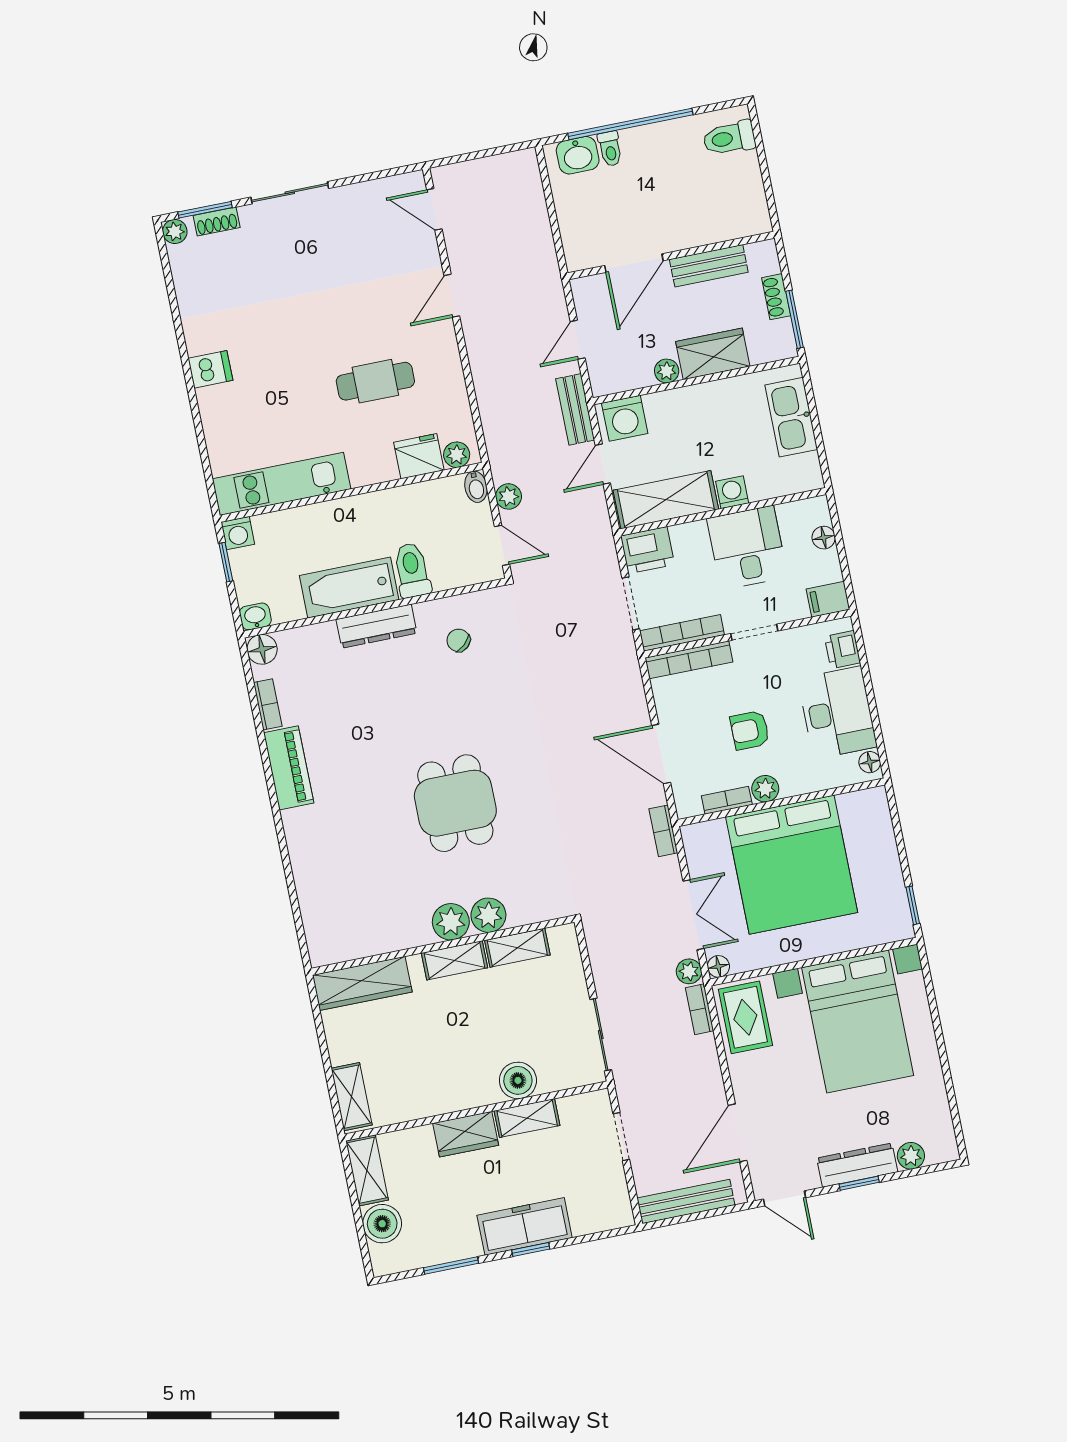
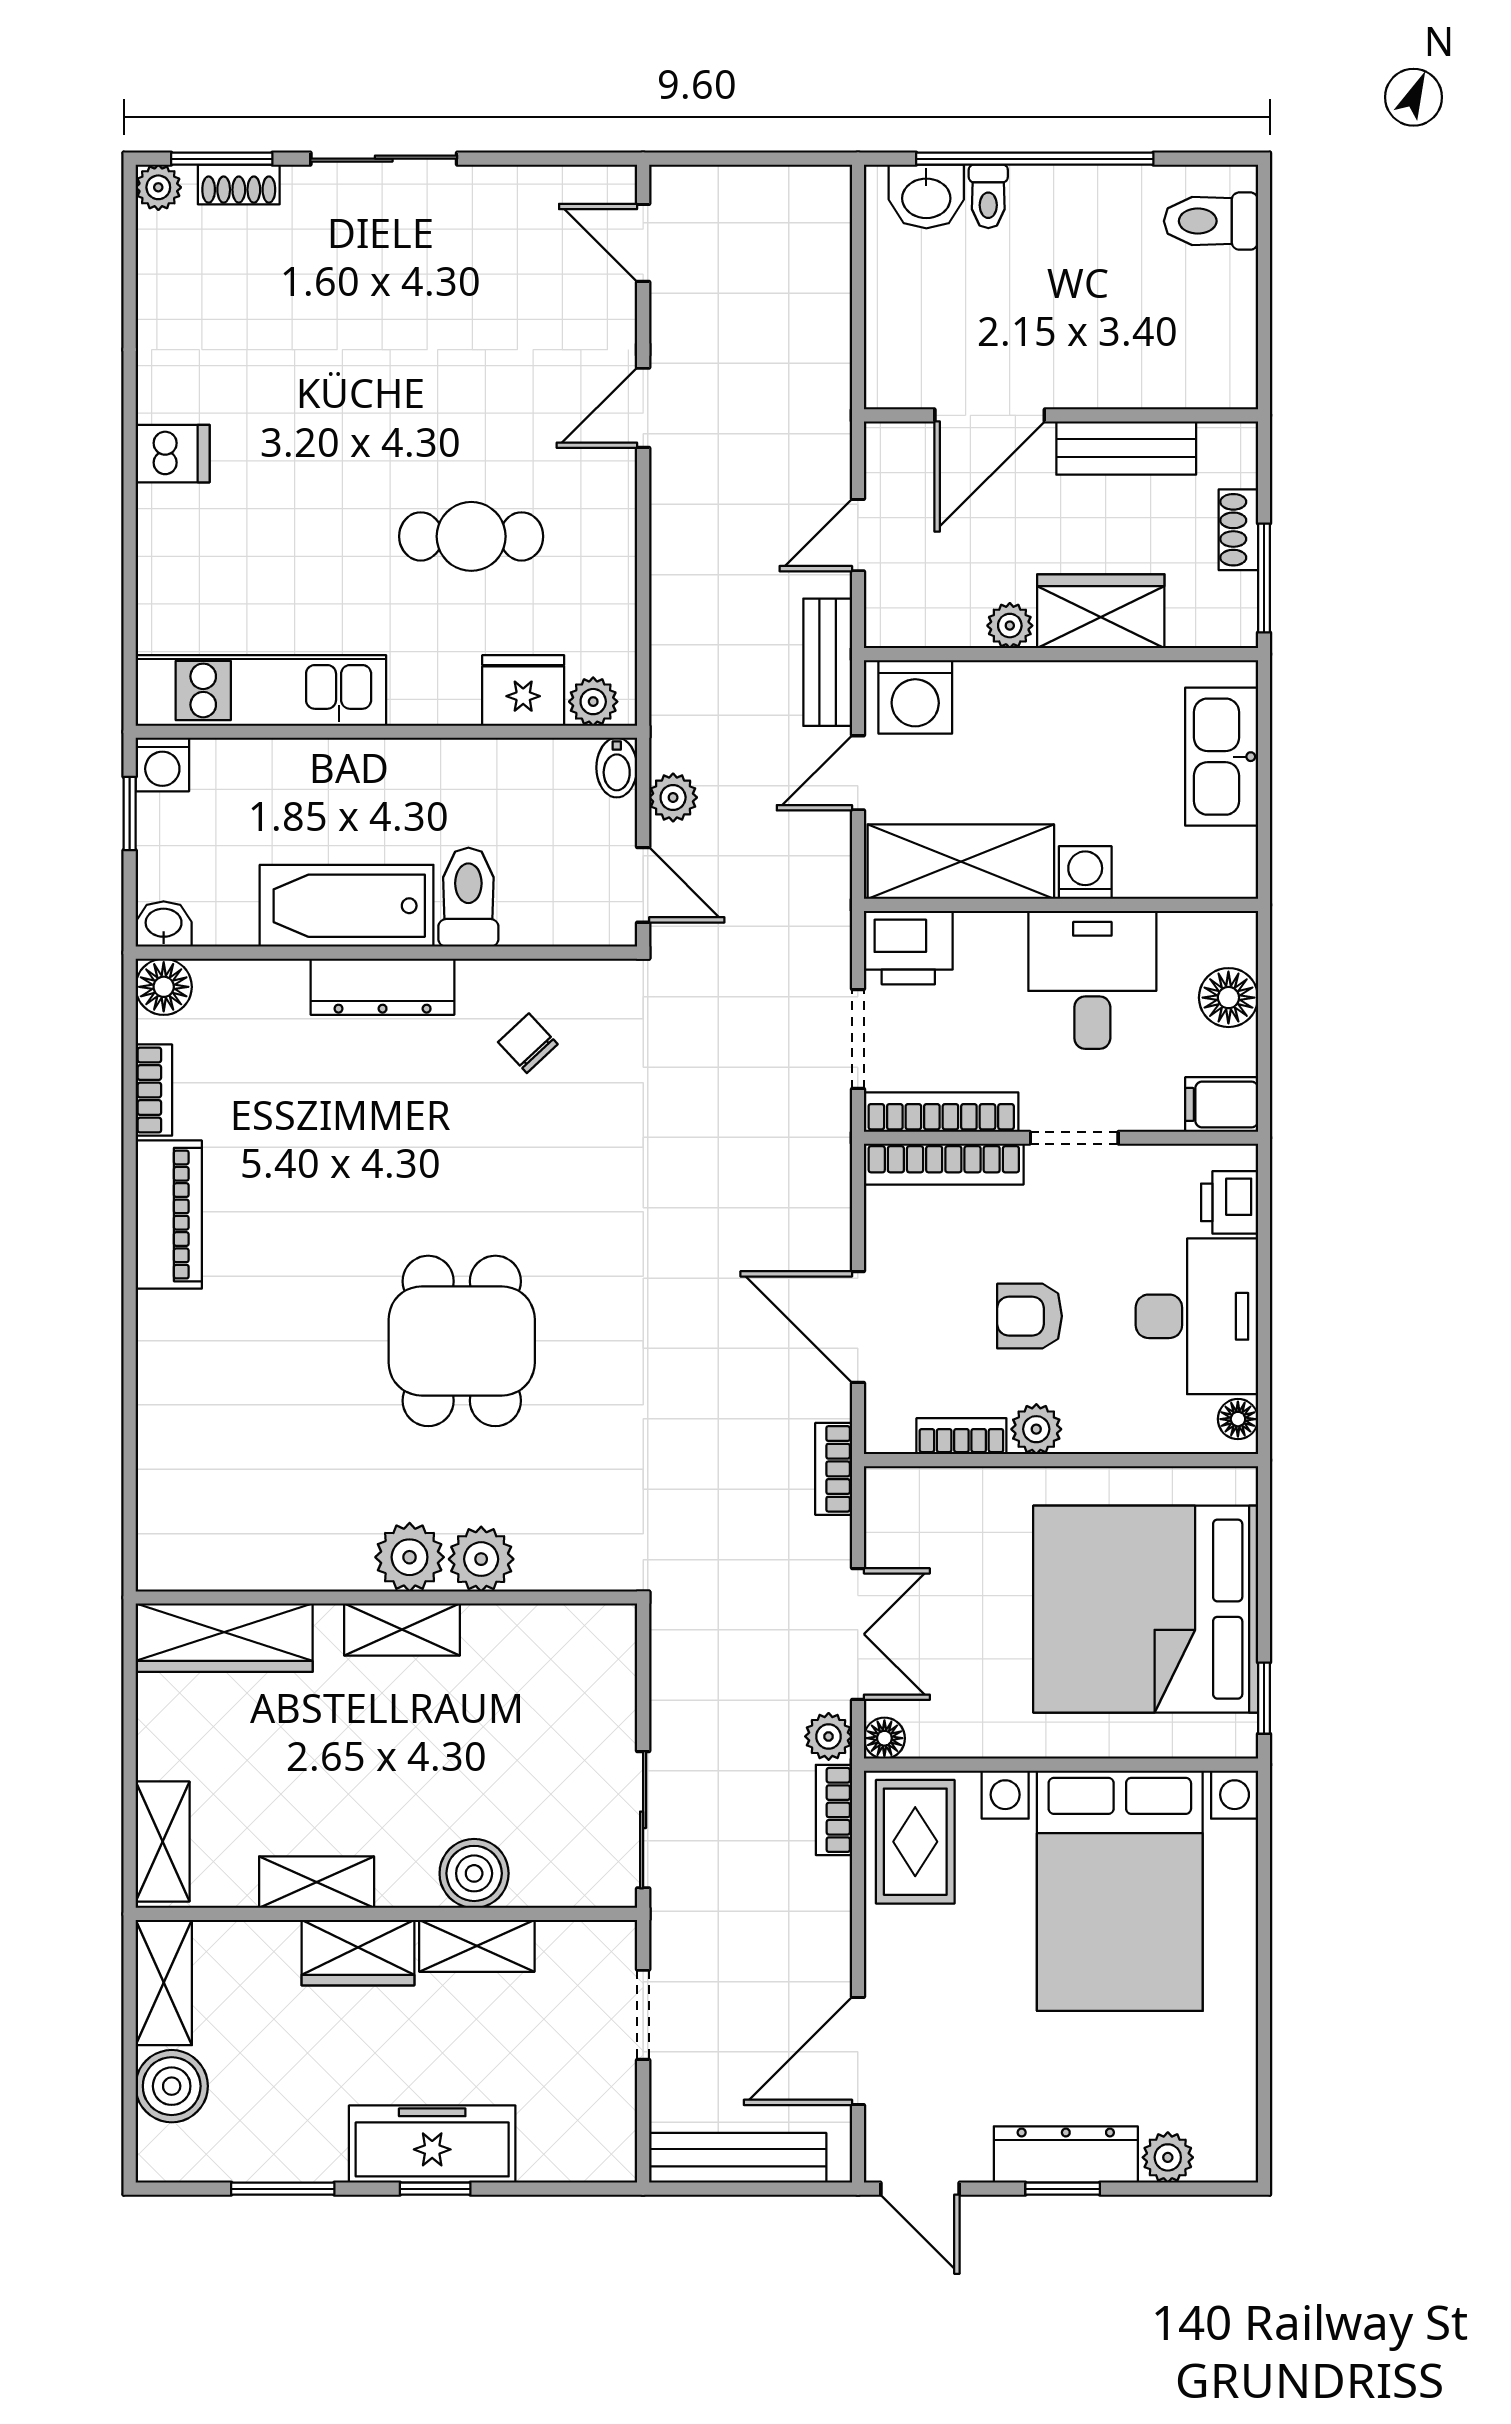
floor lamp: (824, 538) -> (1228, 998), width x1.37, depth x1.37
bed: (792, 865) -> (1146, 1609), moved, turned 90
shelving: (517, 948) -> (317, 1882), moved

